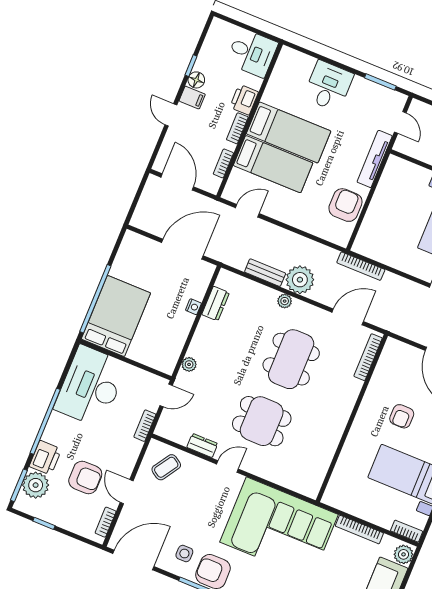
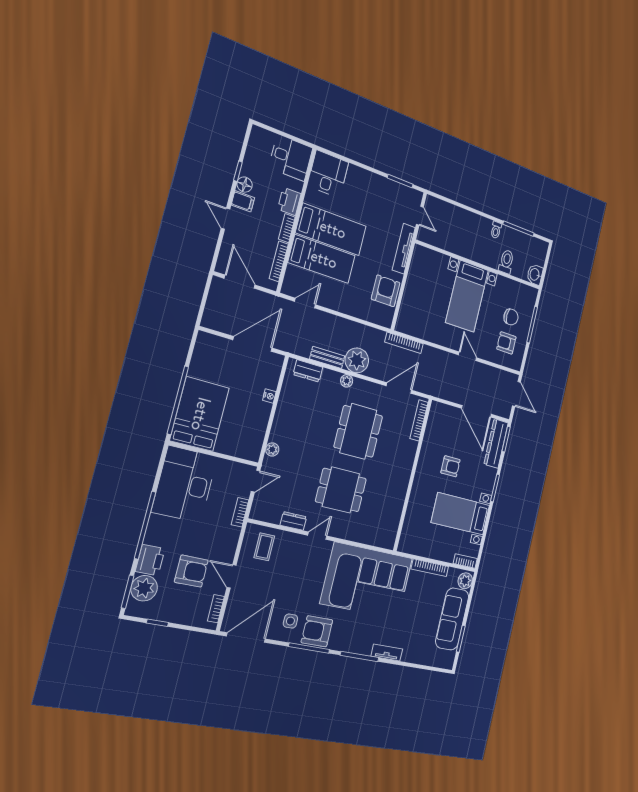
desk: (328, 86) -> (328, 174), moved
bookcase: (223, 163) -> (279, 261), width x1.56
dresser: (216, 304) -> (308, 371), moved, turned 90
armchair: (402, 416) -> (450, 466), turned -90
coffee table: (166, 467) -> (264, 547), turned -33

